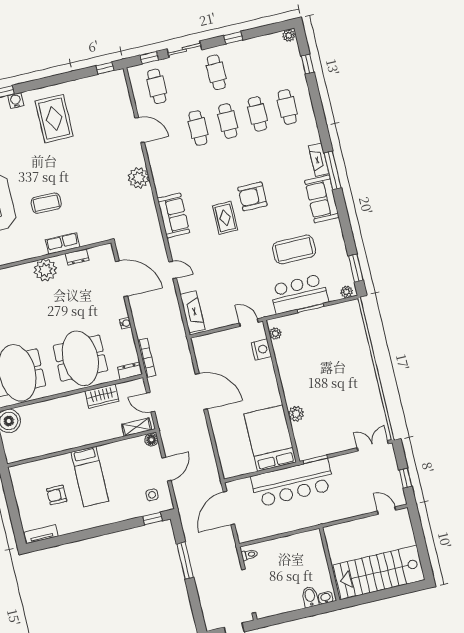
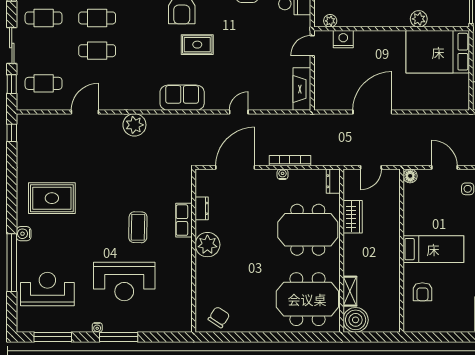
fireplace: (193, 312) -> (302, 89), moved, turned -90
bookcase: (147, 358) -> (290, 161), moved
shelving: (137, 427) -> (350, 291), moved
armchair: (57, 495) -> (422, 292), moved

